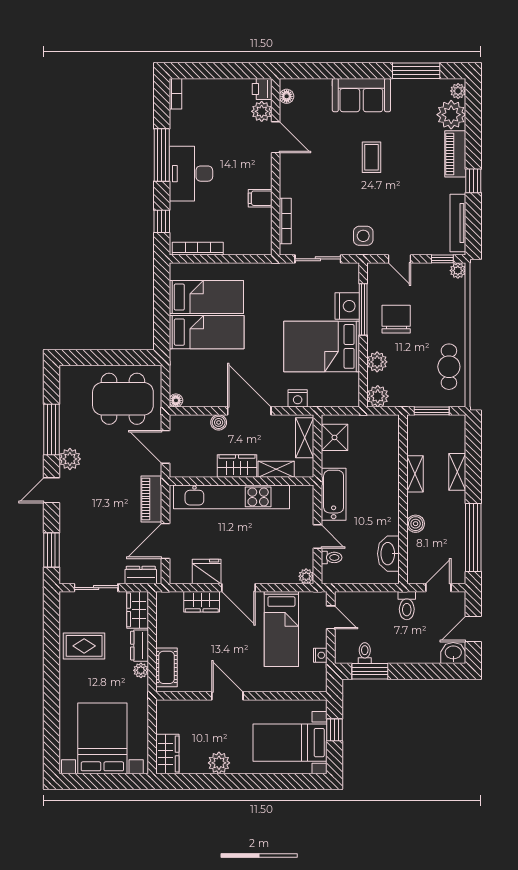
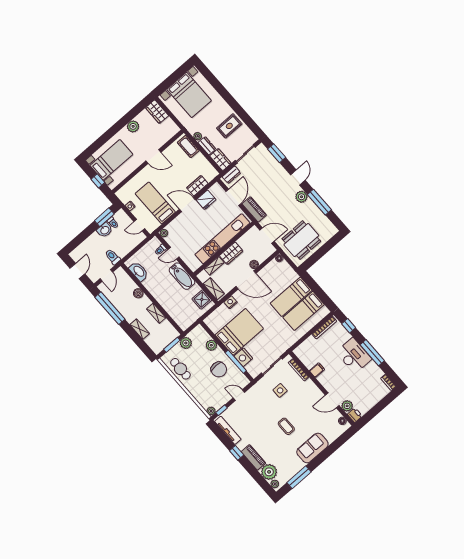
side table: (363, 236) -> (280, 390), moved
plant: (378, 396) -> (186, 343), moved
washbasin: (453, 653) -> (105, 230), moved

